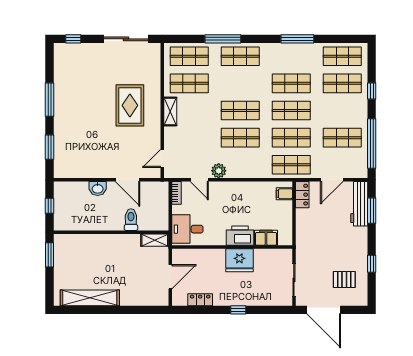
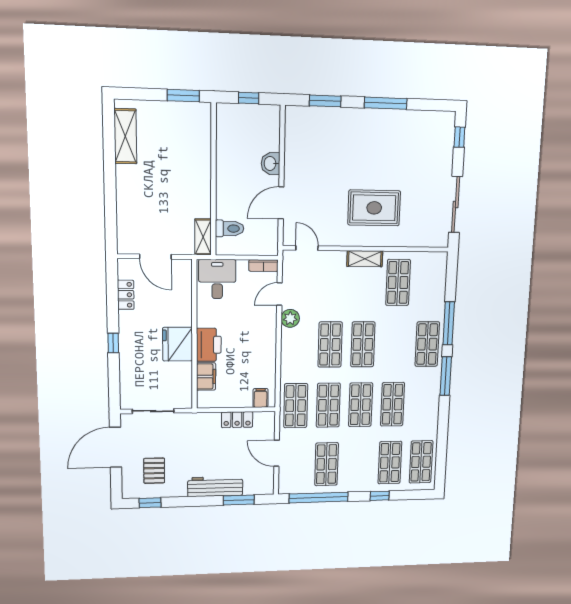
window: (297, 39) -> (446, 376), moved
shop shelf: (189, 56) -> (430, 283), removed
locker: (302, 195) -> (237, 420), moved
workbench: (359, 204) -> (215, 486), moved
toilet: (131, 220) -> (230, 229), moved
window: (372, 264) -> (150, 503), moved
shelving: (90, 298) -> (125, 136), width x0.68

